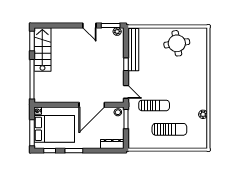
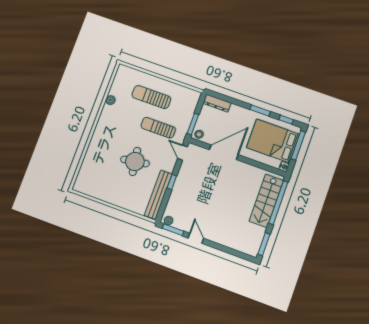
round table: (177, 43) -> (135, 162), moved
stairs: (42, 50) -> (266, 201), moved

